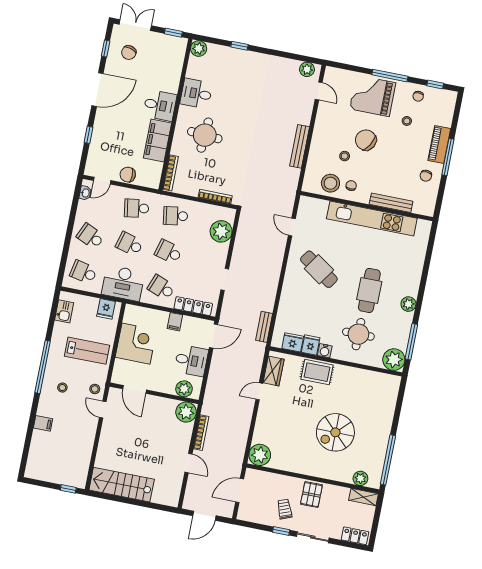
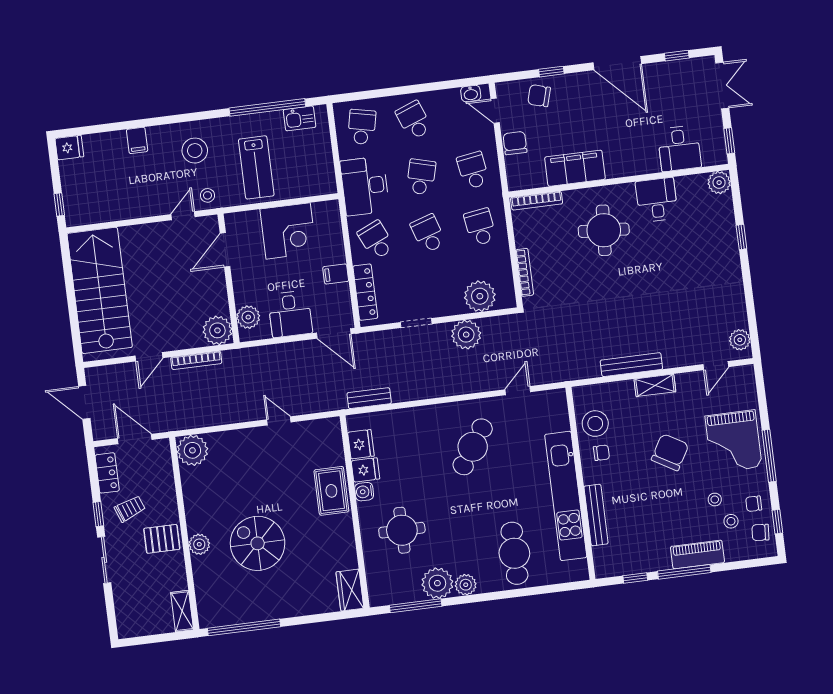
chair: (129, 53) -> (539, 96), moved
grand piano: (373, 96) -> (734, 441), turned 180
desk: (160, 105) -> (679, 148), moved
shelving: (318, 135) -> (655, 385), added
stool: (345, 156) -> (731, 521), moved
chair: (426, 176) -> (760, 532), moved
window: (441, 191) -> (635, 578), added
school desk: (91, 236) -> (414, 120), turned -45
plant: (243, 249) -> (466, 335), added
school desk: (168, 252) -> (428, 234), turned -33
school desk: (161, 288) -> (376, 240), turned -45
cafe table: (369, 290) -> (514, 553), moved, turned 90
fridge: (106, 309) -> (69, 148), moved, turned 180
plant: (394, 360) -> (437, 583), moved
window: (43, 367) -> (267, 107), moved
wardrobe: (274, 371) -> (350, 590), moved, turned 90
stool: (62, 388) -> (195, 151), width x1.89, depth x1.89
plant: (360, 478) -> (199, 544), moved
stairs: (122, 485) -> (100, 290), width x1.36, depth x1.51
locker: (355, 536) -> (107, 473), moved

